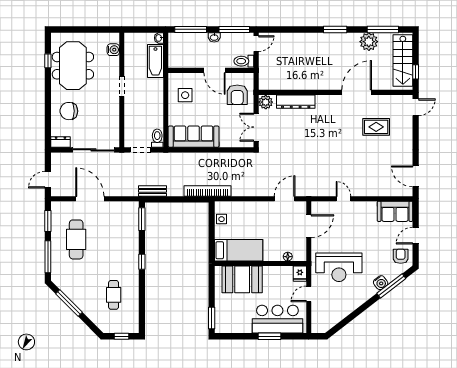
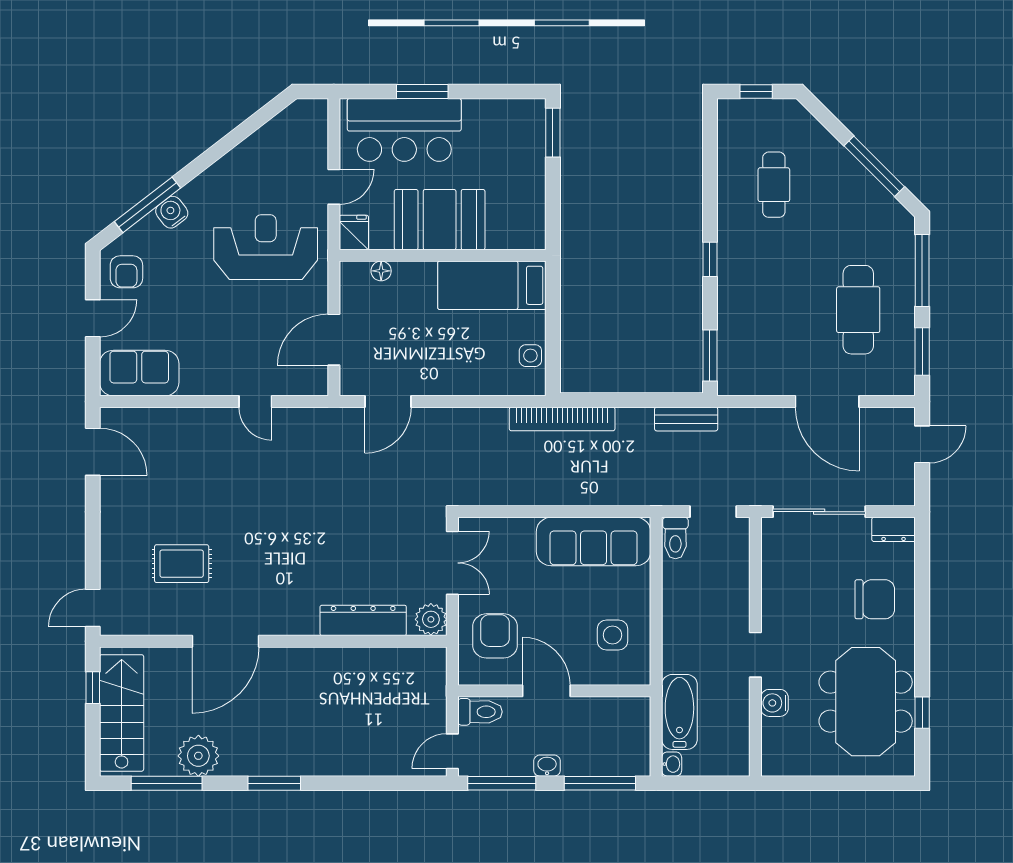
water cooler: (113, 50) -> (775, 703), moved
booth: (242, 279) -> (440, 220), moved

